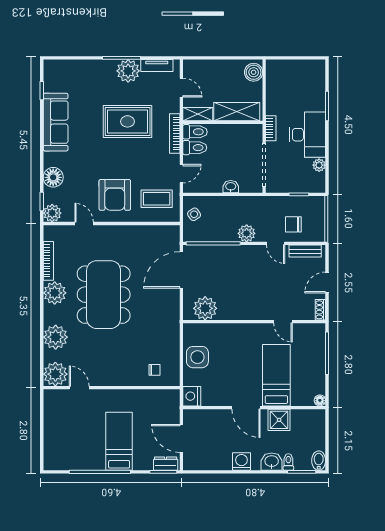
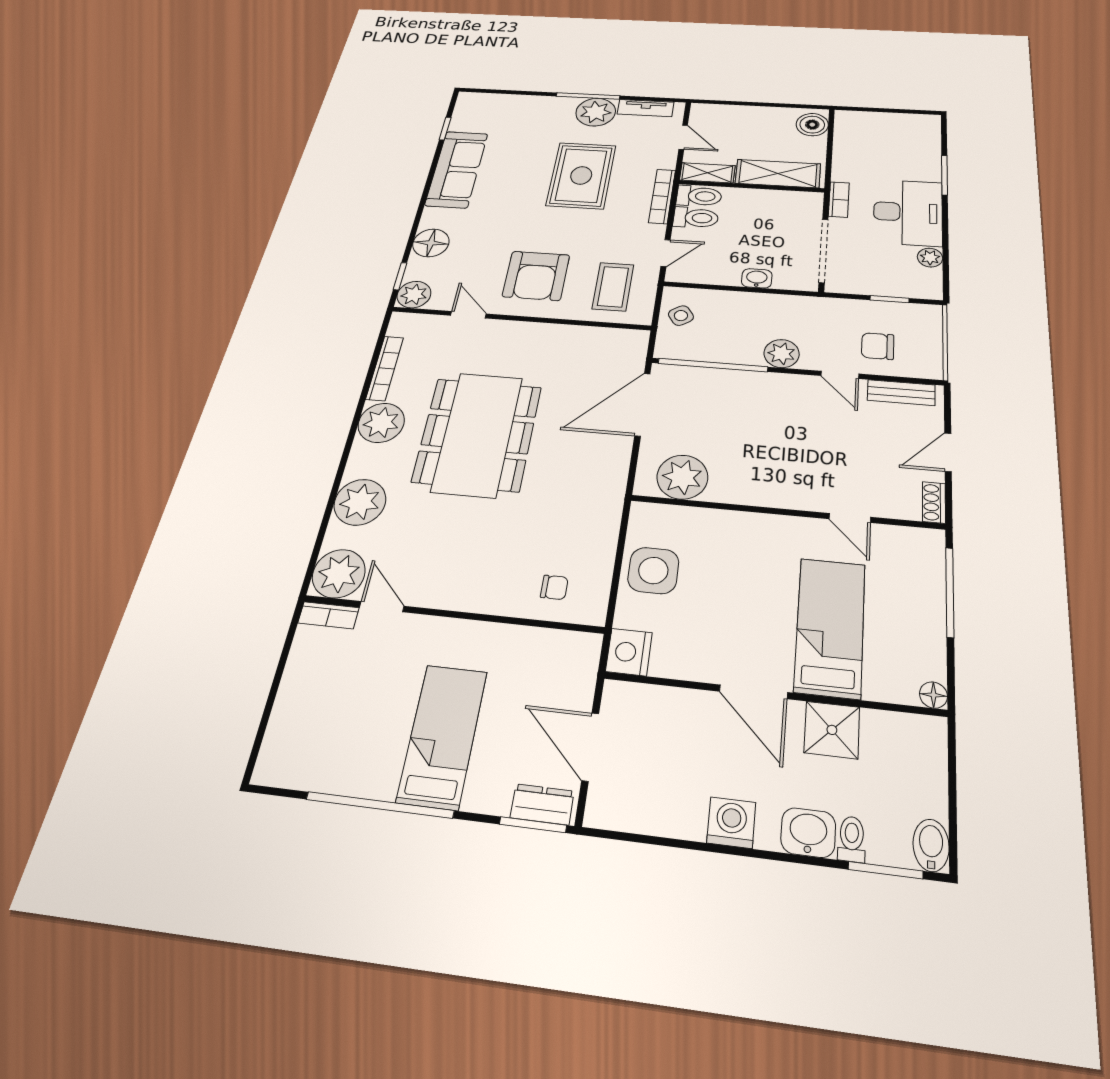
rug: (128, 121) -> (581, 175), turned 90
coffee table: (157, 199) -> (613, 287), turned 90
bookcase: (56, 394) -> (329, 615), added

